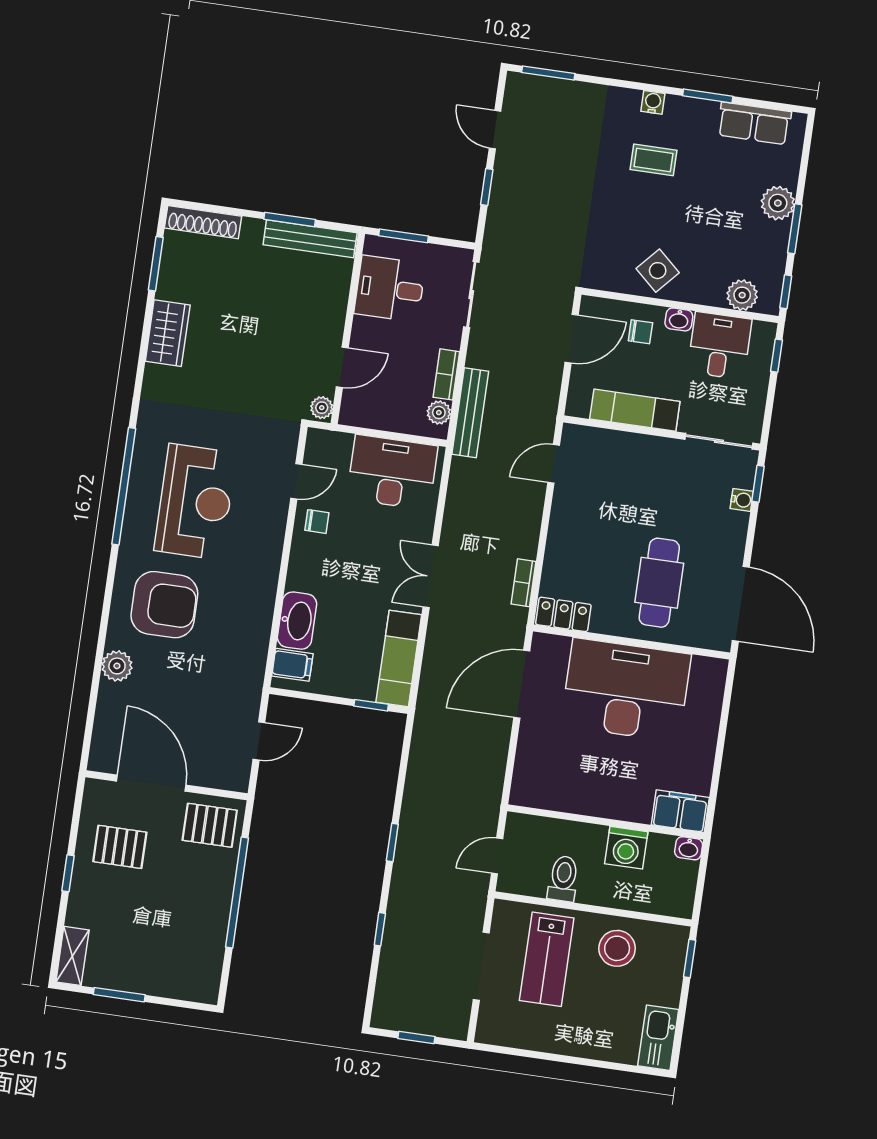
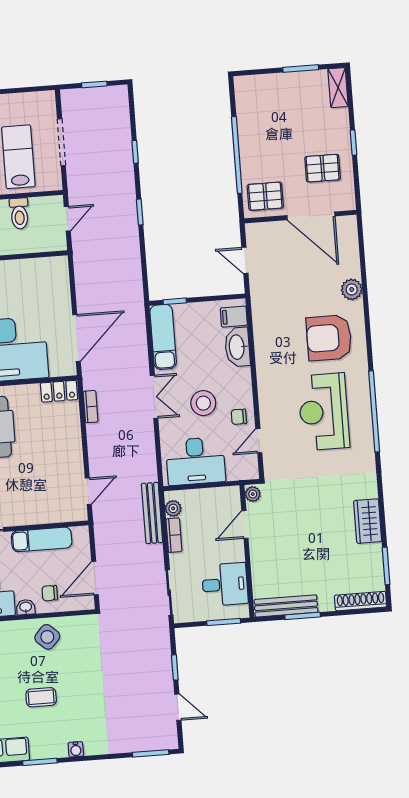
coffee table: (653, 160) -> (41, 697), moved
stool: (363, 552) -> (203, 403), added
door: (259, 741) -> (245, 260), hinge flipped

